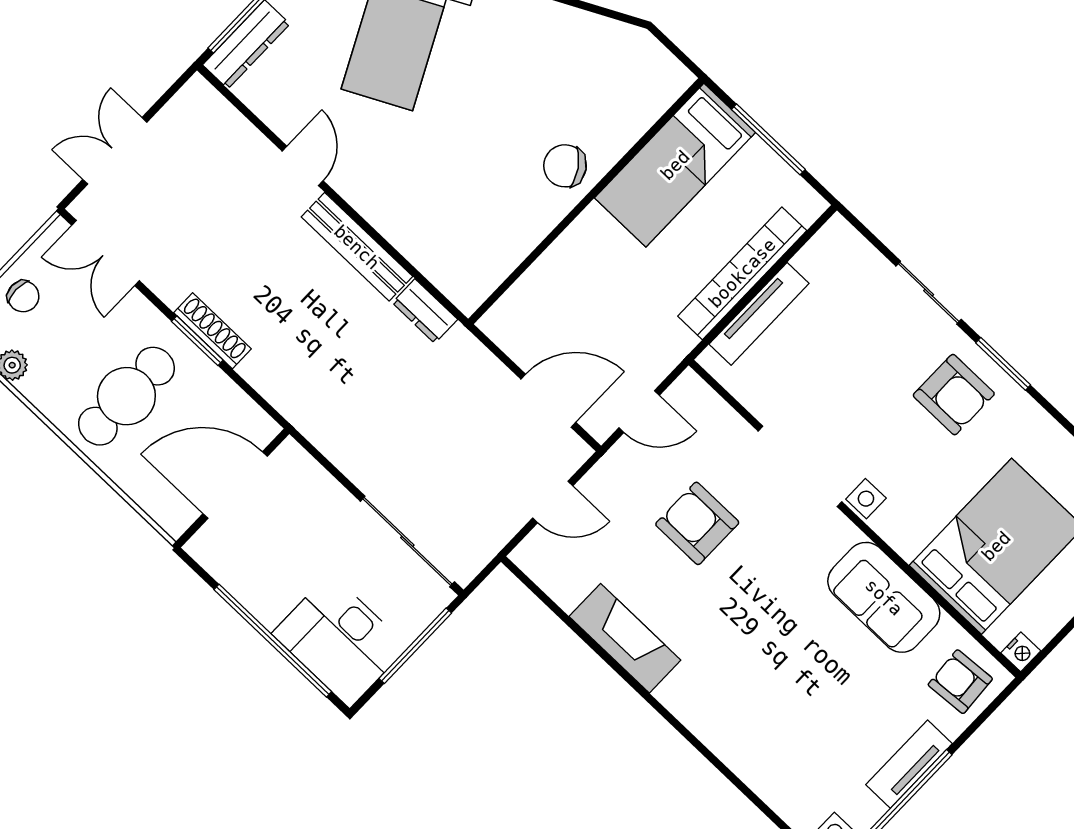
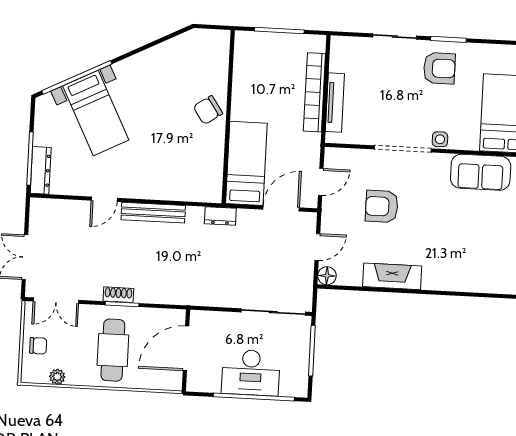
bed: (675, 165) -> (246, 163), moved, turned 180
door: (303, 166) -> (104, 199), swing flipped
dresser: (425, 311) -> (220, 216), moved
shoe rack: (212, 331) -> (118, 295), width x0.70
floor lamp: (531, 556) -> (327, 276), added
desk: (340, 640) -> (251, 372), moved

